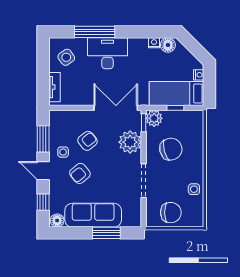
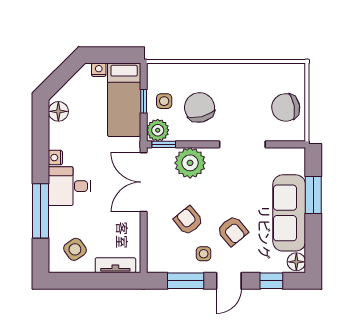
nightstand: (154, 43) -> (55, 158), moved
desk: (107, 53) -> (70, 186), width x0.73
side table: (194, 189) -> (164, 101), moved
chair: (171, 213) -> (286, 107), turned -100

